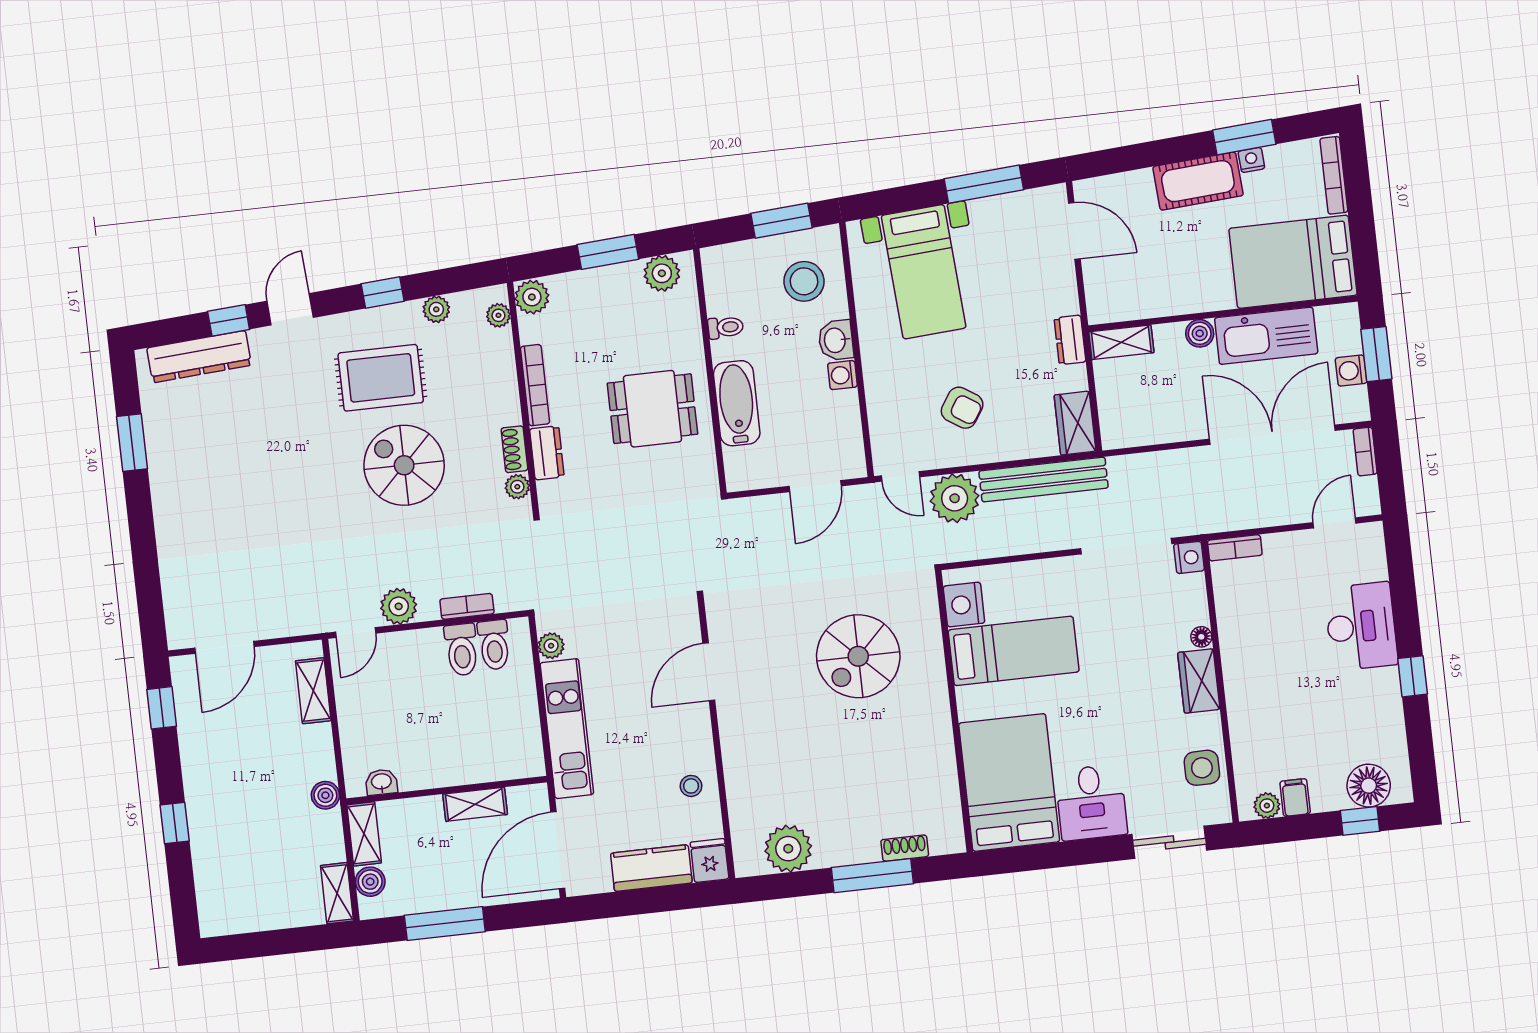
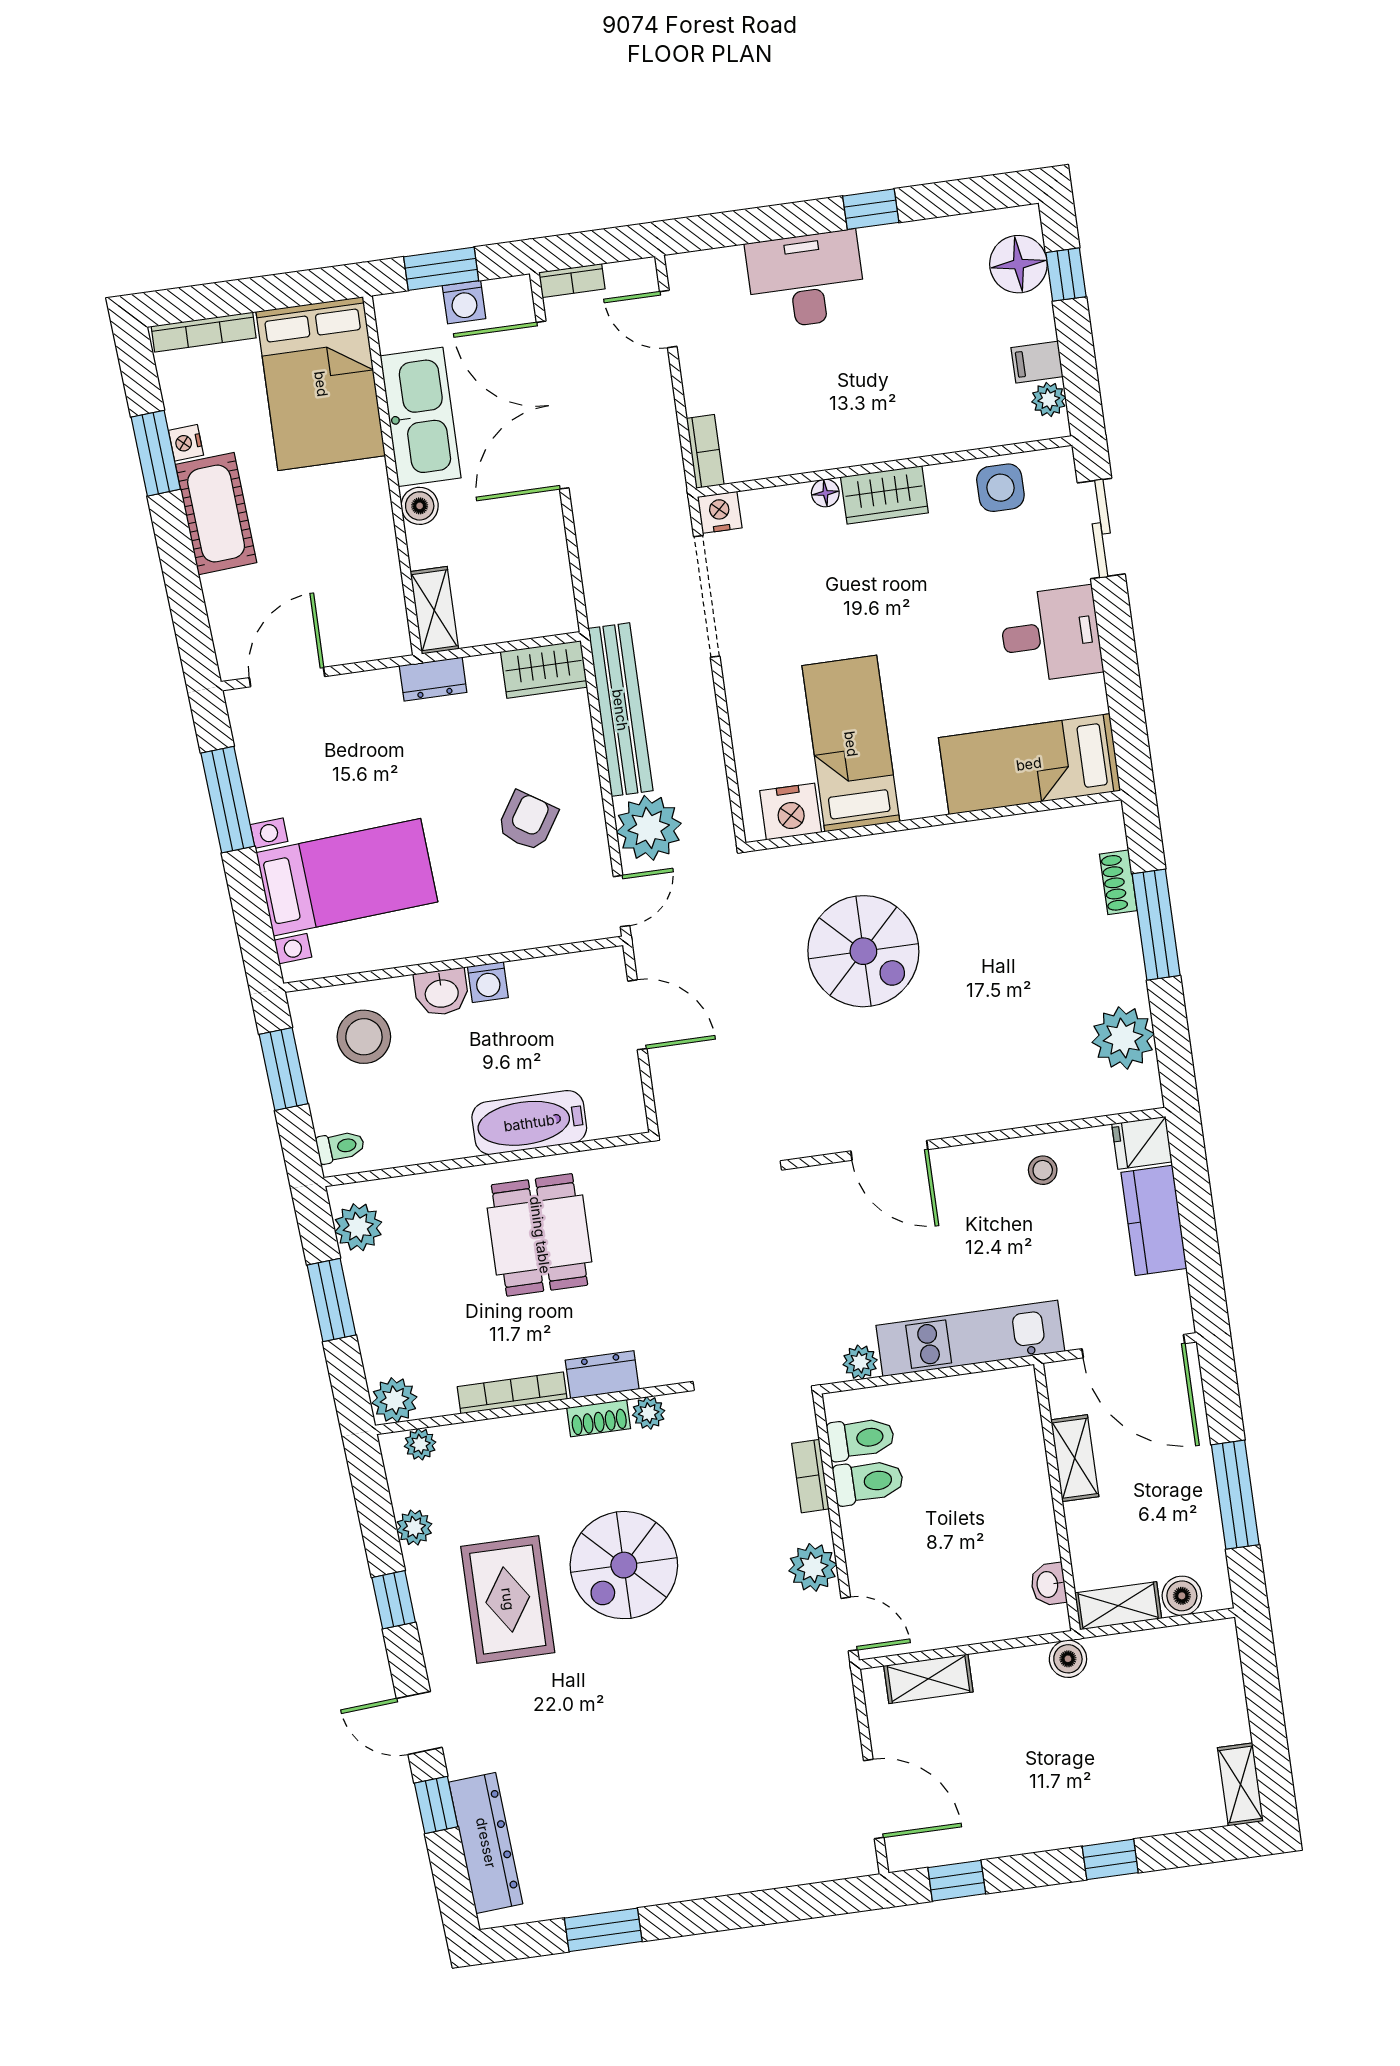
toilet: (726, 327) -> (340, 1147), moved, turned 86
bed: (1009, 782) -> (1029, 764), width x0.67
shelving: (337, 893) -> (1241, 1784), moved, turned 90

